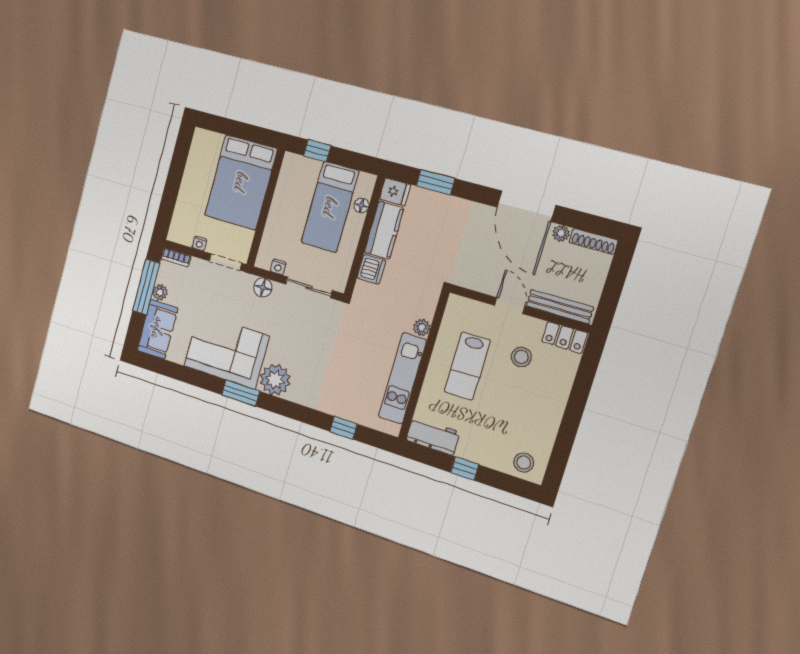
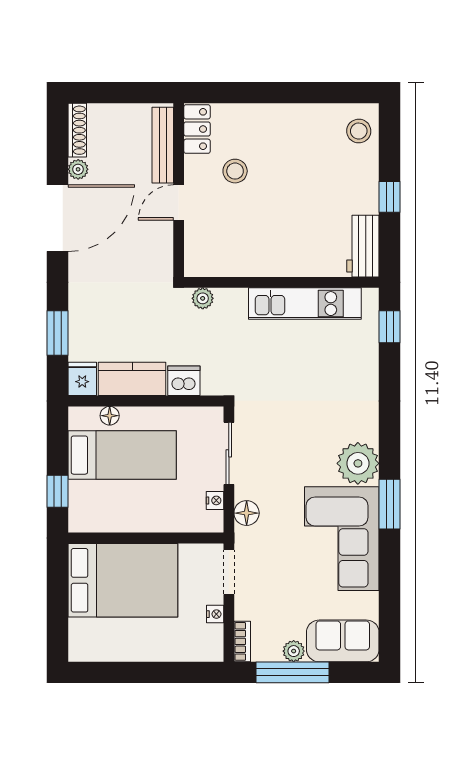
plant: (422, 327) -> (203, 298), moved
lab bench: (467, 366) -> (266, 231), removed
window: (344, 428) -> (390, 327), moved

